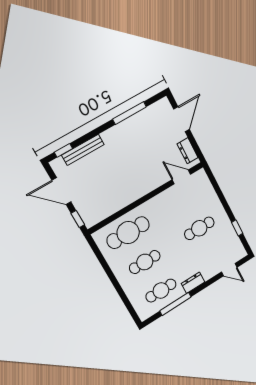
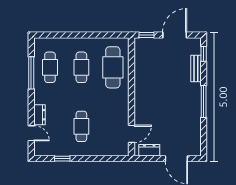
window: (130, 113) -> (204, 101), moved
bench: (83, 150) -> (196, 69), width x0.73
door: (229, 270) -> (31, 133), swing flipped
dresser: (193, 283) -> (40, 115), moved

